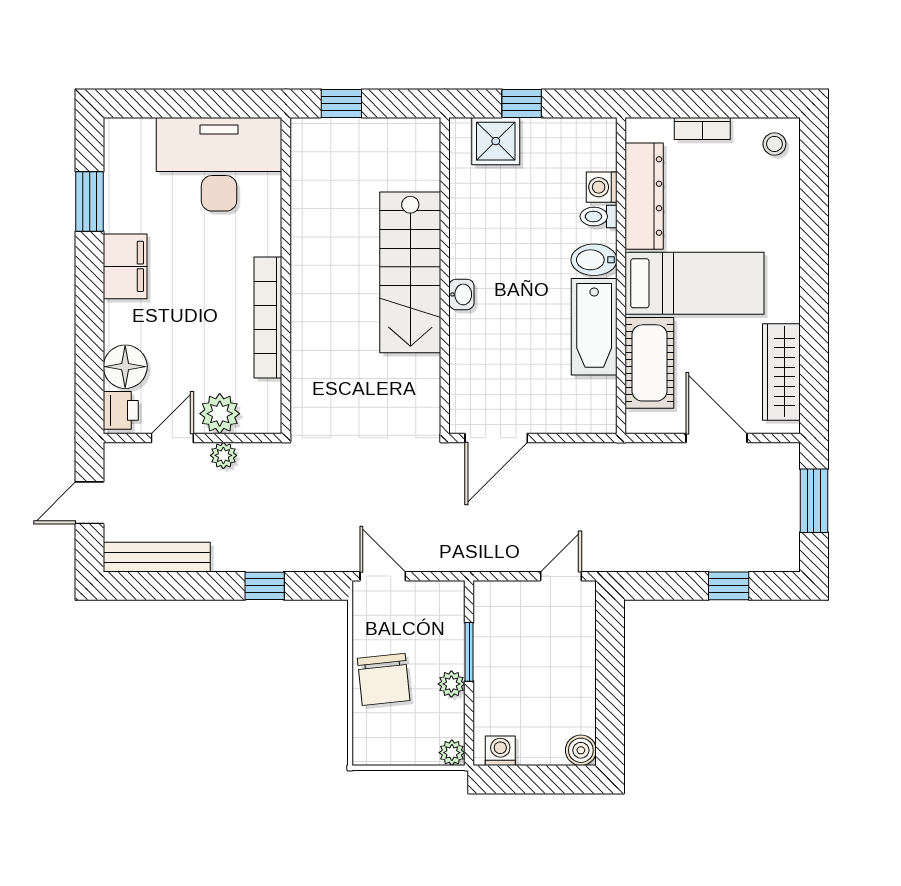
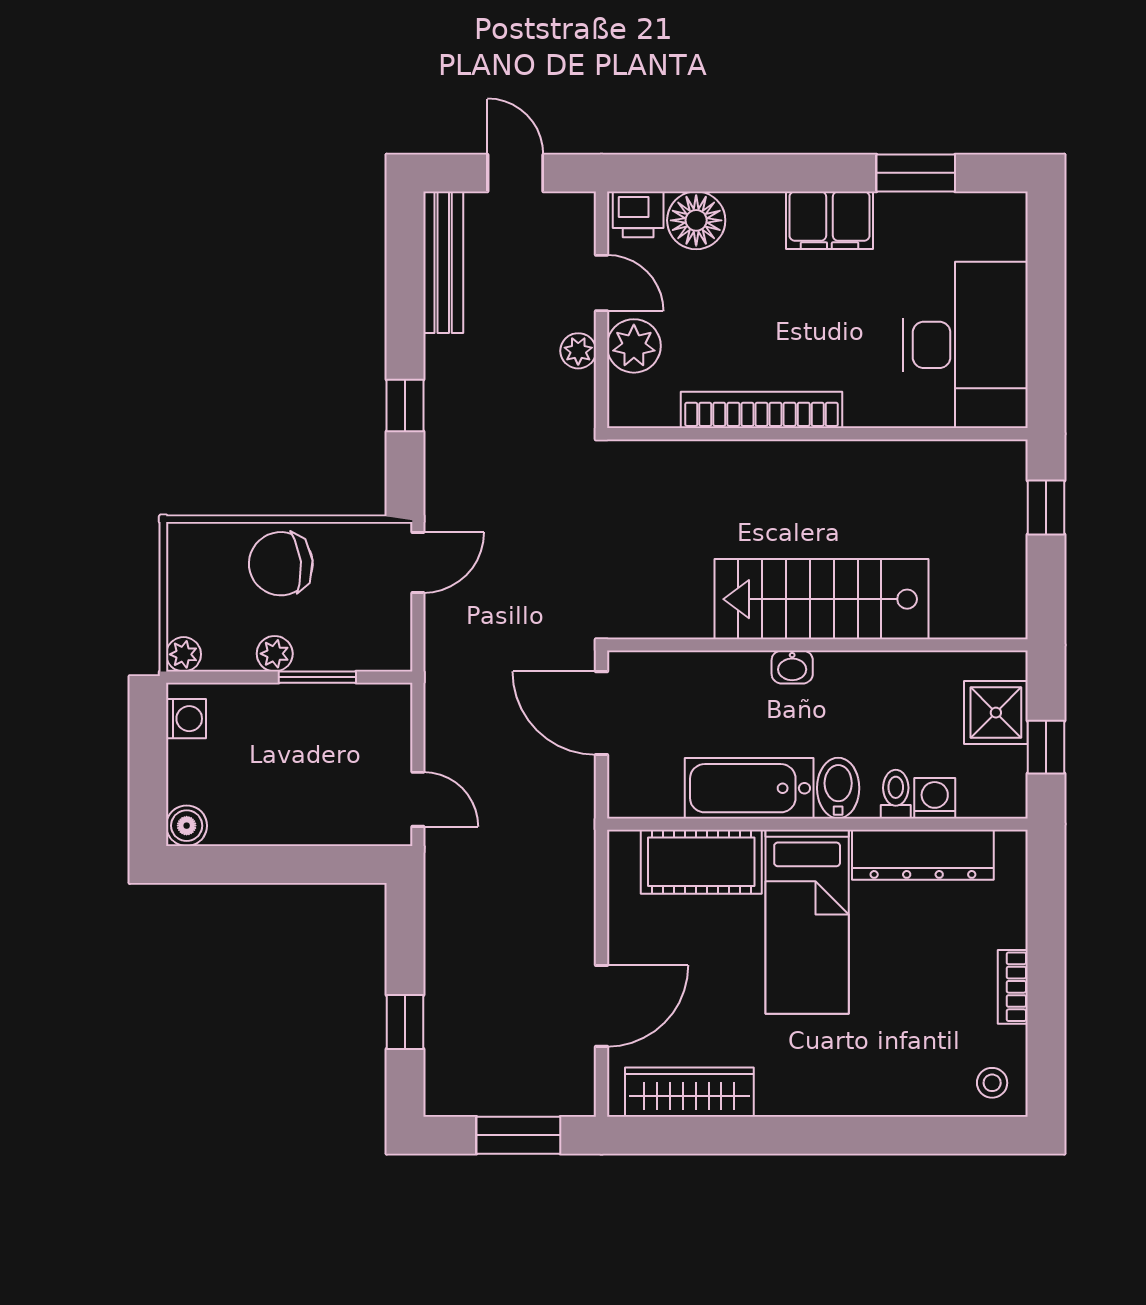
washing machine: (602, 187) -> (935, 798), moved
dresser: (644, 196) -> (923, 855), moved
toilet: (599, 216) -> (896, 794), moved
bidet: (594, 260) -> (838, 788), moved
wall: (621, 276) -> (817, 824), moved
bed: (695, 283) -> (807, 922), moved
bathtub: (594, 327) -> (749, 788), moved
cot: (649, 363) -> (701, 862), moved

